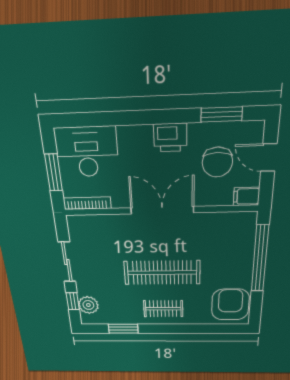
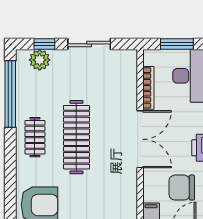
bookcase: (87, 203) -> (148, 88), moved
window: (123, 329) -> (10, 94), width x2.11

